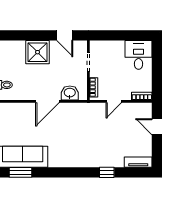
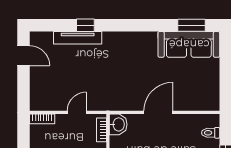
washbasin: (70, 93) -> (118, 124), moved, turned -90
door: (157, 127) -> (24, 56), moved
tv unit: (138, 162) -> (78, 38), moved, width x1.41

